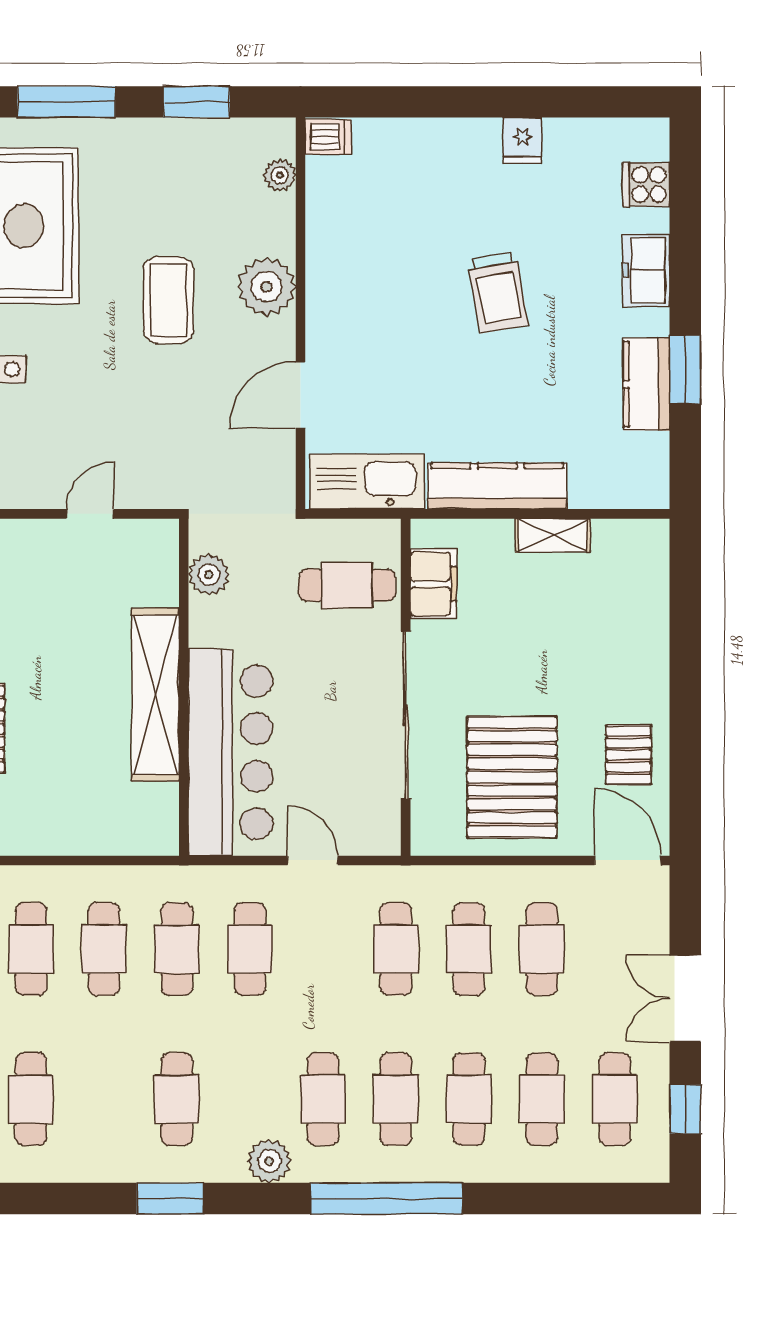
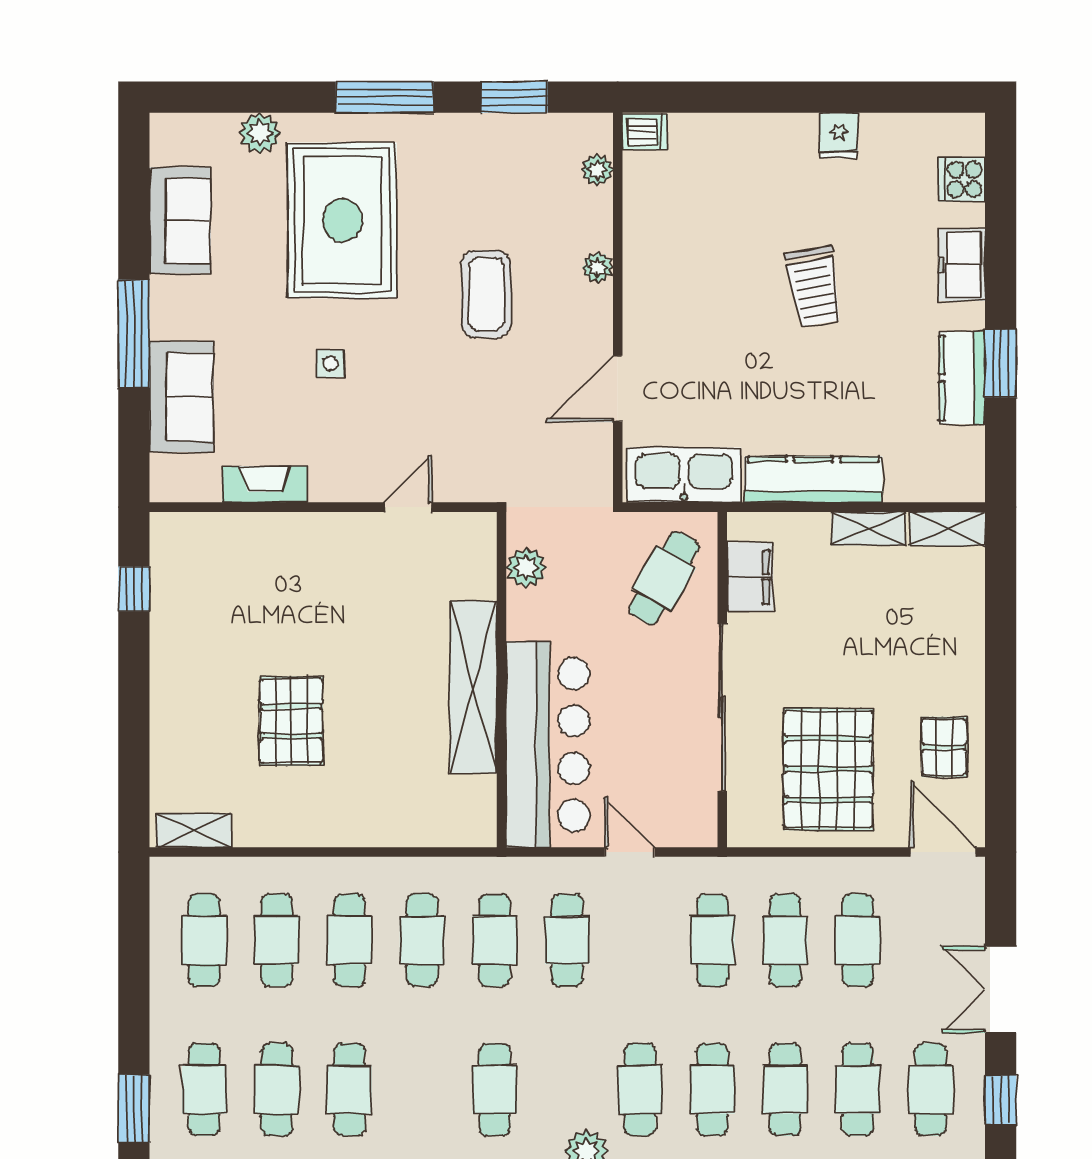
plant: (267, 287) -> (597, 267), width x0.53, depth x0.53
shelving: (632, 536) -> (947, 529), added
cafe table: (347, 585) -> (664, 578), turned -60

